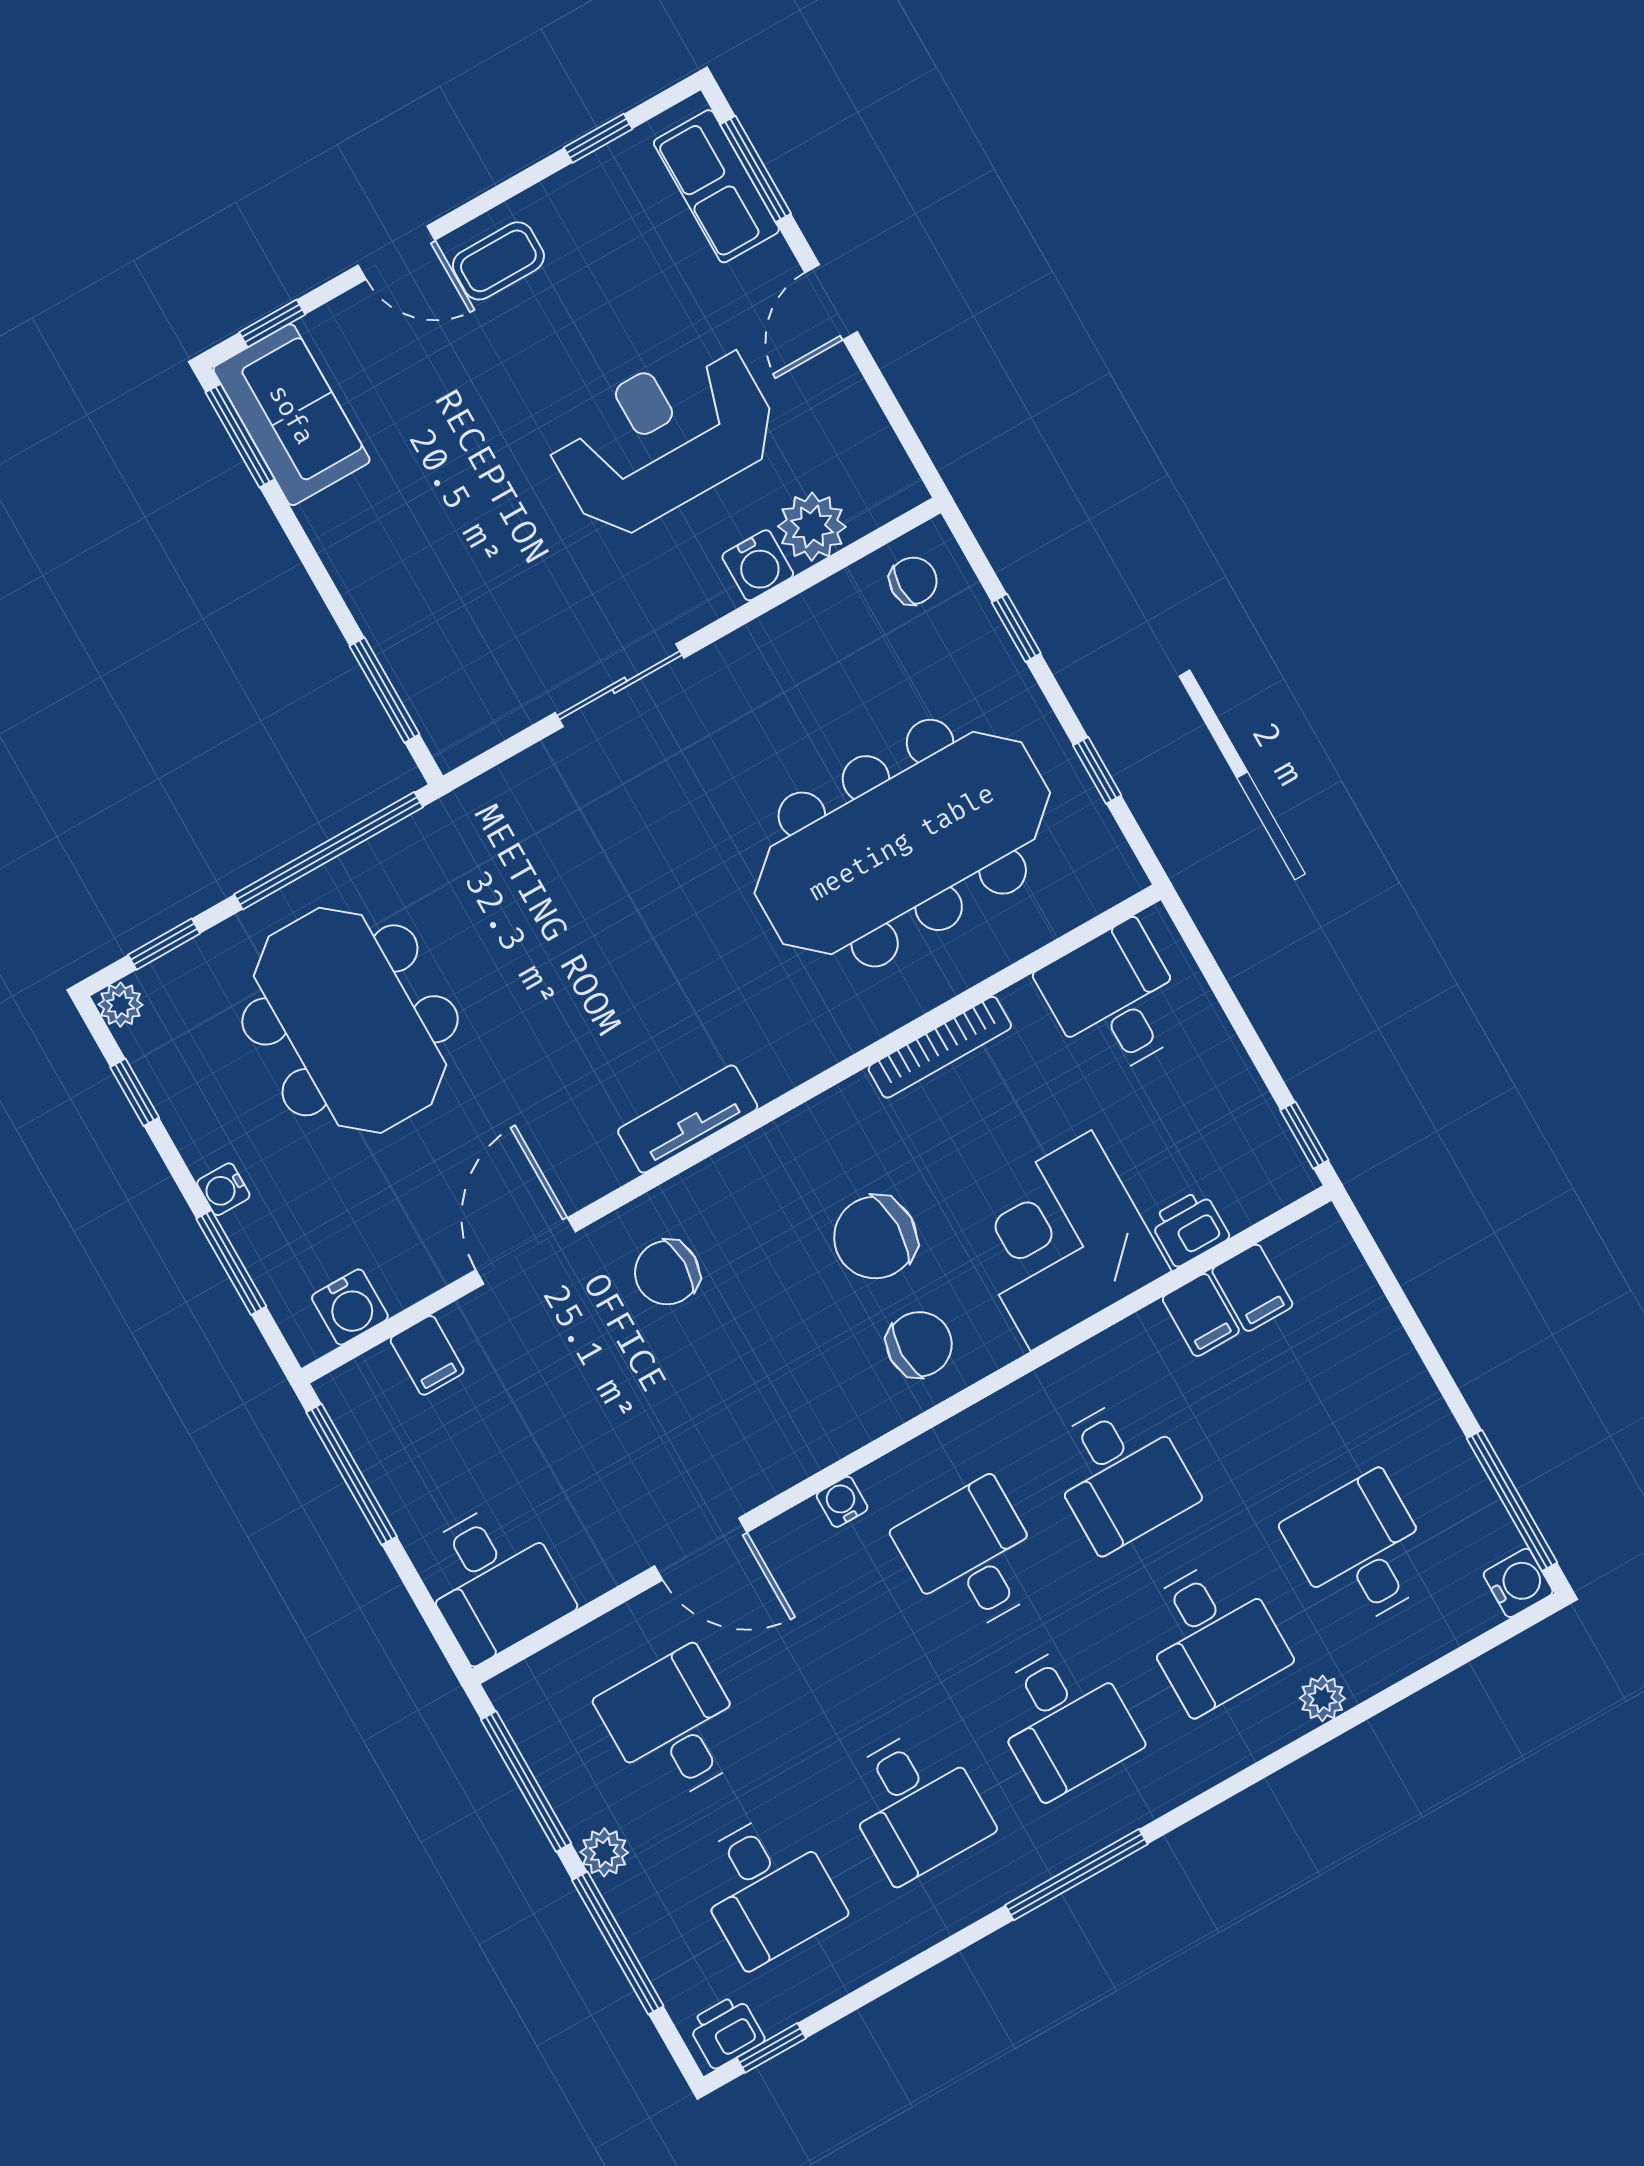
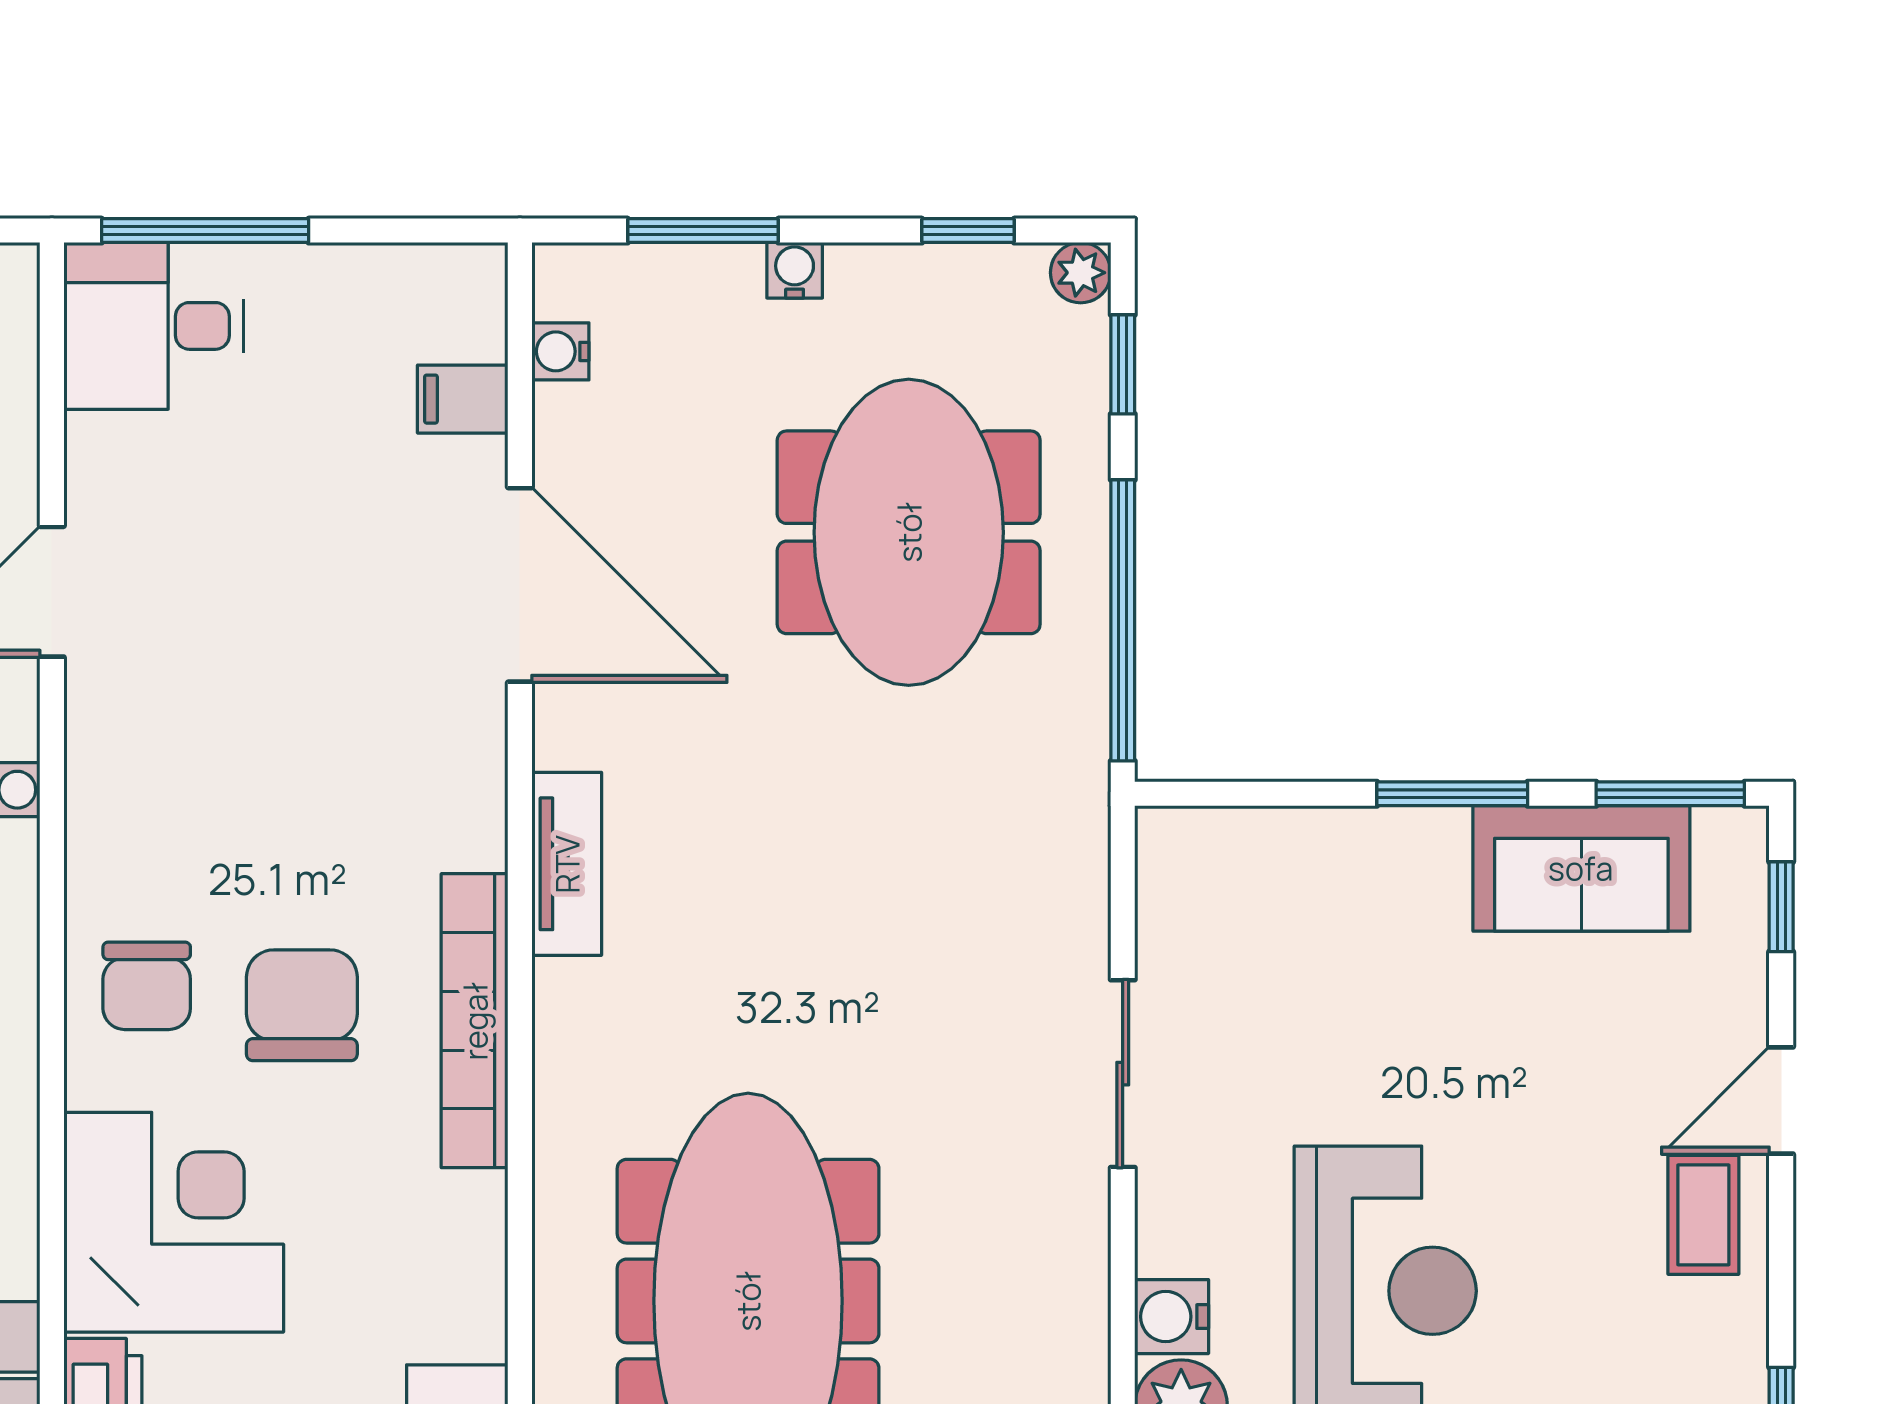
sofa: (291, 415) -> (1581, 868), moved
window: (385, 690) -> (1452, 794), moved
meeting table: (350, 1020) -> (909, 532), turned 90
bookcase: (940, 1047) -> (475, 1021), moved, width x1.48, depth x1.31
door: (526, 1251) -> (520, 585), width x1.36
chair: (667, 1273) -> (400, 737), removed
water cooler: (350, 1307) -> (560, 351), width x0.72, depth x0.72
window: (352, 1474) -> (205, 231), moved

